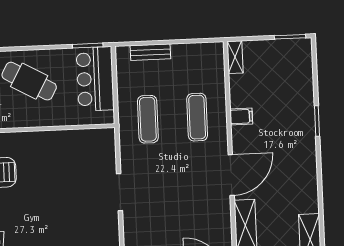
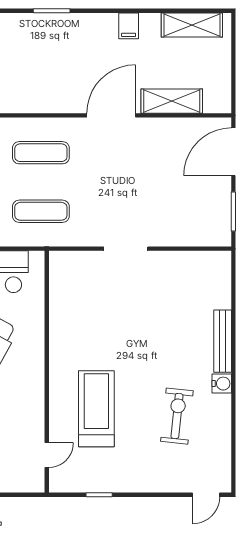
filing cabinet: (241, 117) -> (129, 26), moved, turned 180
door: (231, 175) -> (111, 115), hinge flipped

